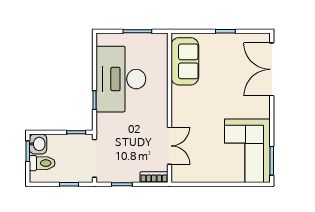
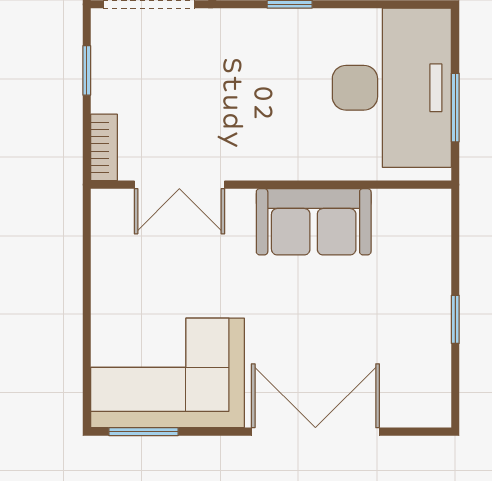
sofa: (185, 61) -> (314, 222), moved
double door: (272, 69) -> (315, 432), moved
desk: (121, 79) -> (392, 88), moved, turned 90

